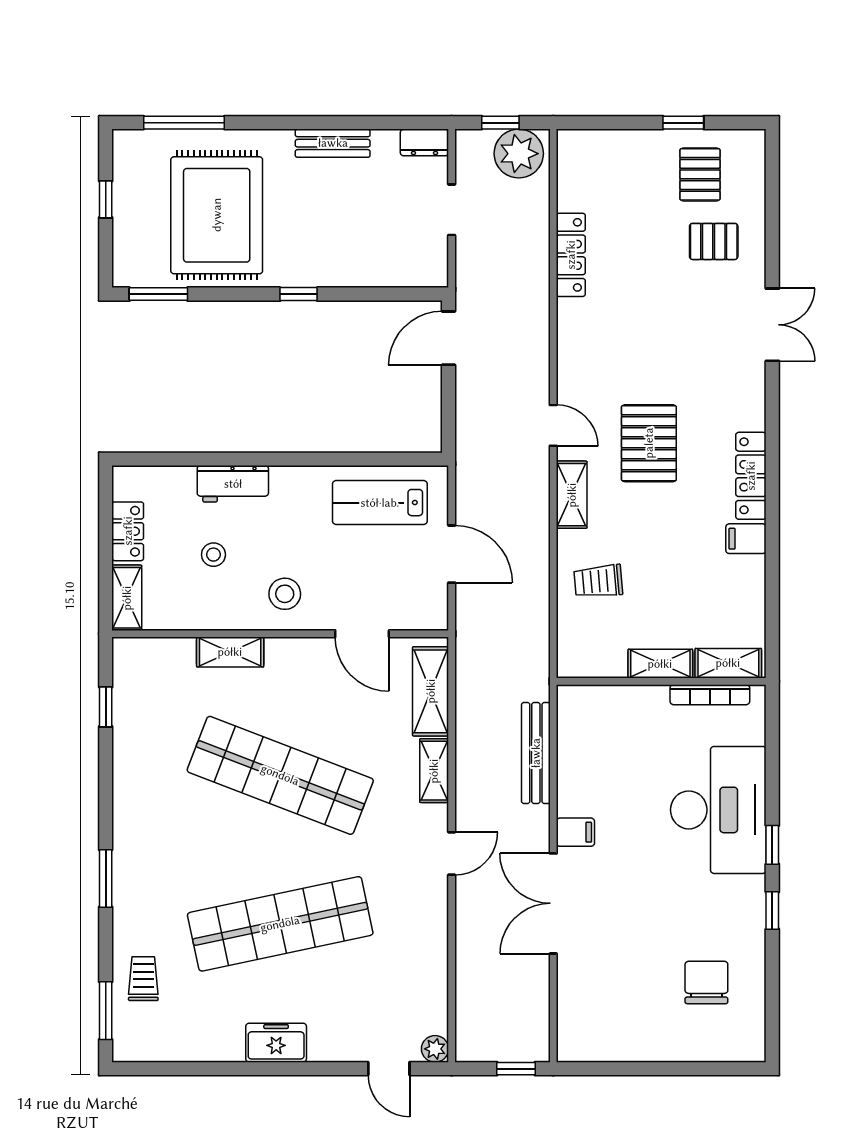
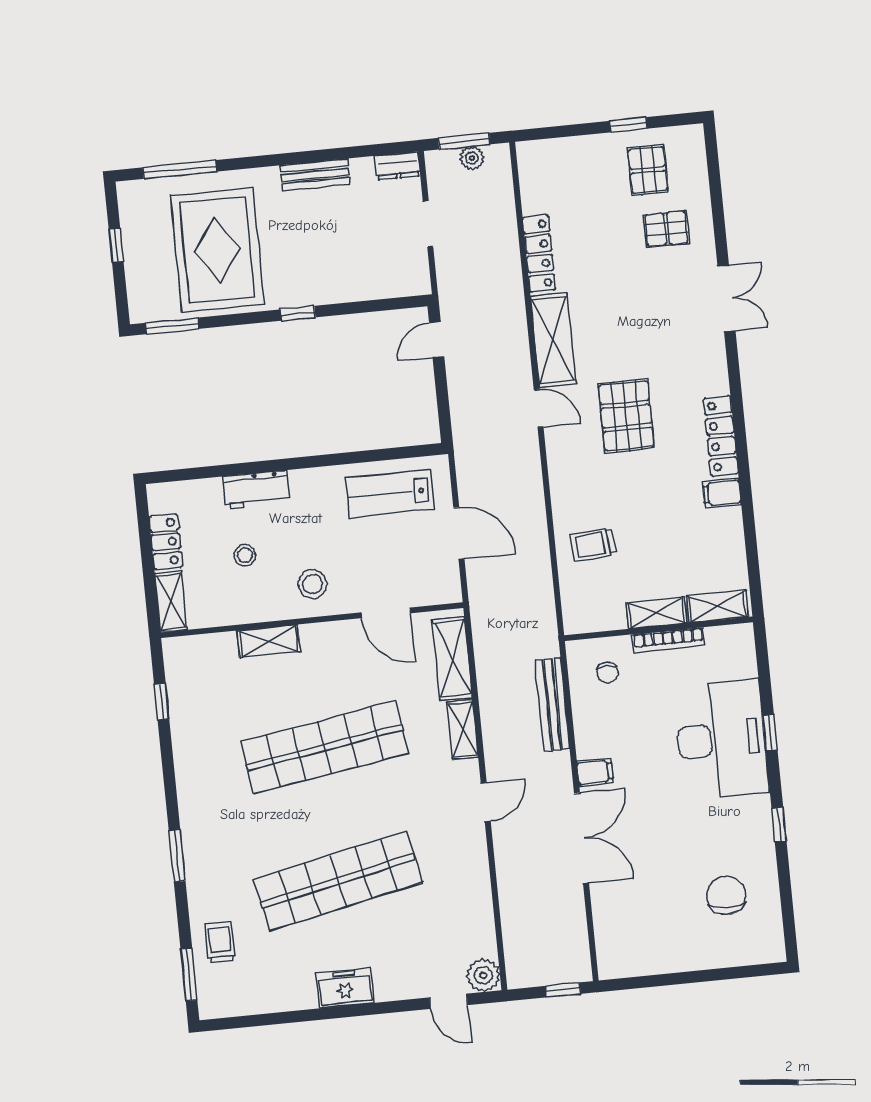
window: (500, 123) -> (464, 141), width x1.50
plant: (519, 154) -> (472, 158), width x0.53, depth x0.53
door: (448, 338) -> (437, 339), width x0.73
shelving: (572, 495) -> (553, 340), moved, width x1.50, depth x1.33
bookcase: (710, 695) -> (668, 640), moved
chair: (600, 724) -> (607, 672), added
shop shelf: (280, 775) -> (325, 747), turned -30
window: (772, 845) -> (770, 733), moved
double door: (553, 903) -> (582, 838), swing flipped
plant: (435, 1049) -> (483, 975), width x1.38, depth x1.38

